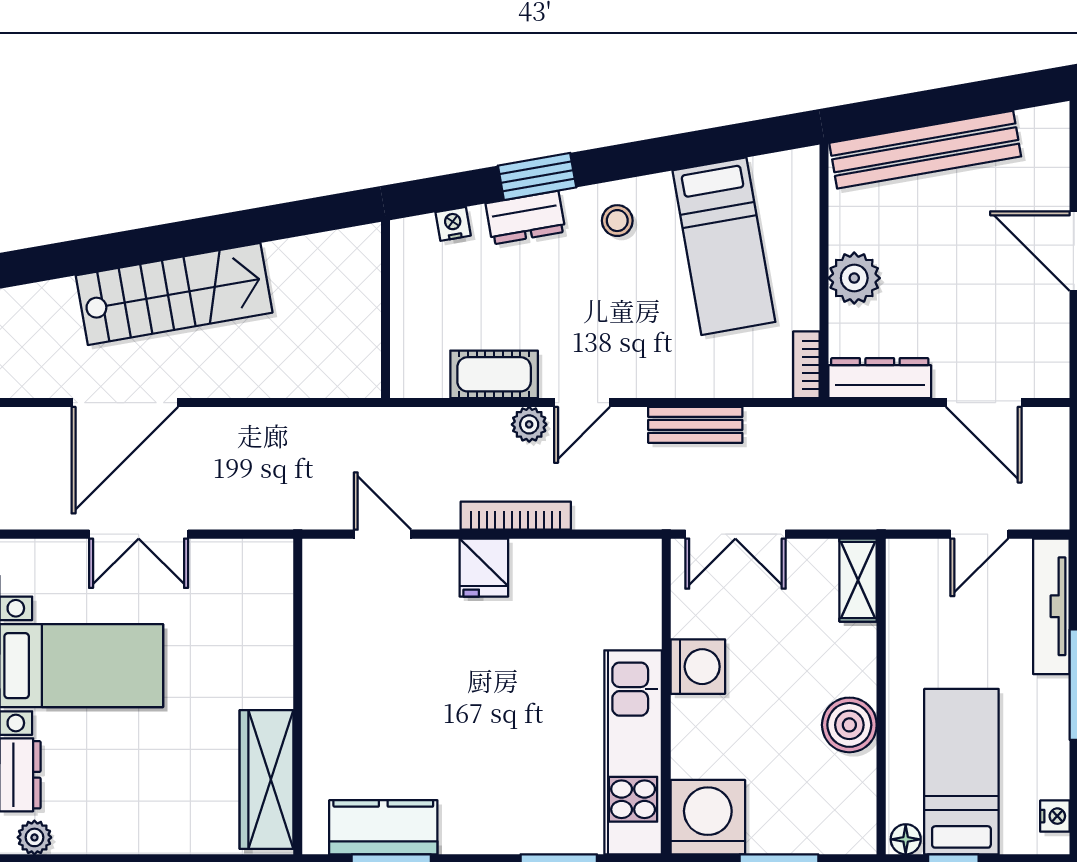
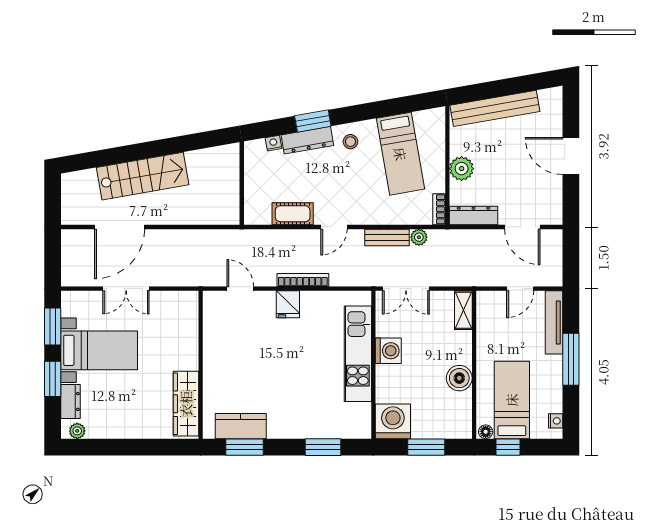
dresser: (525, 218) -> (307, 140), width x1.44
plant: (529, 424) -> (419, 237), moved
kitchen unit: (633, 752) -> (358, 354), moved

